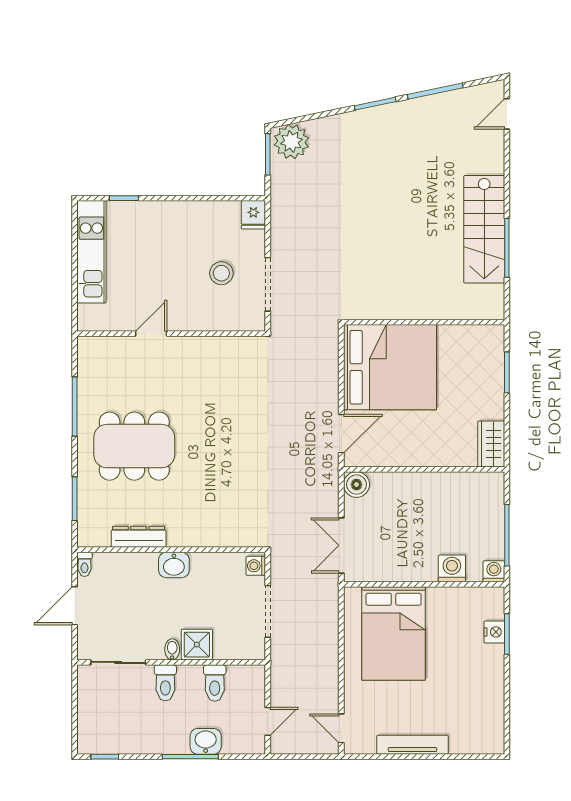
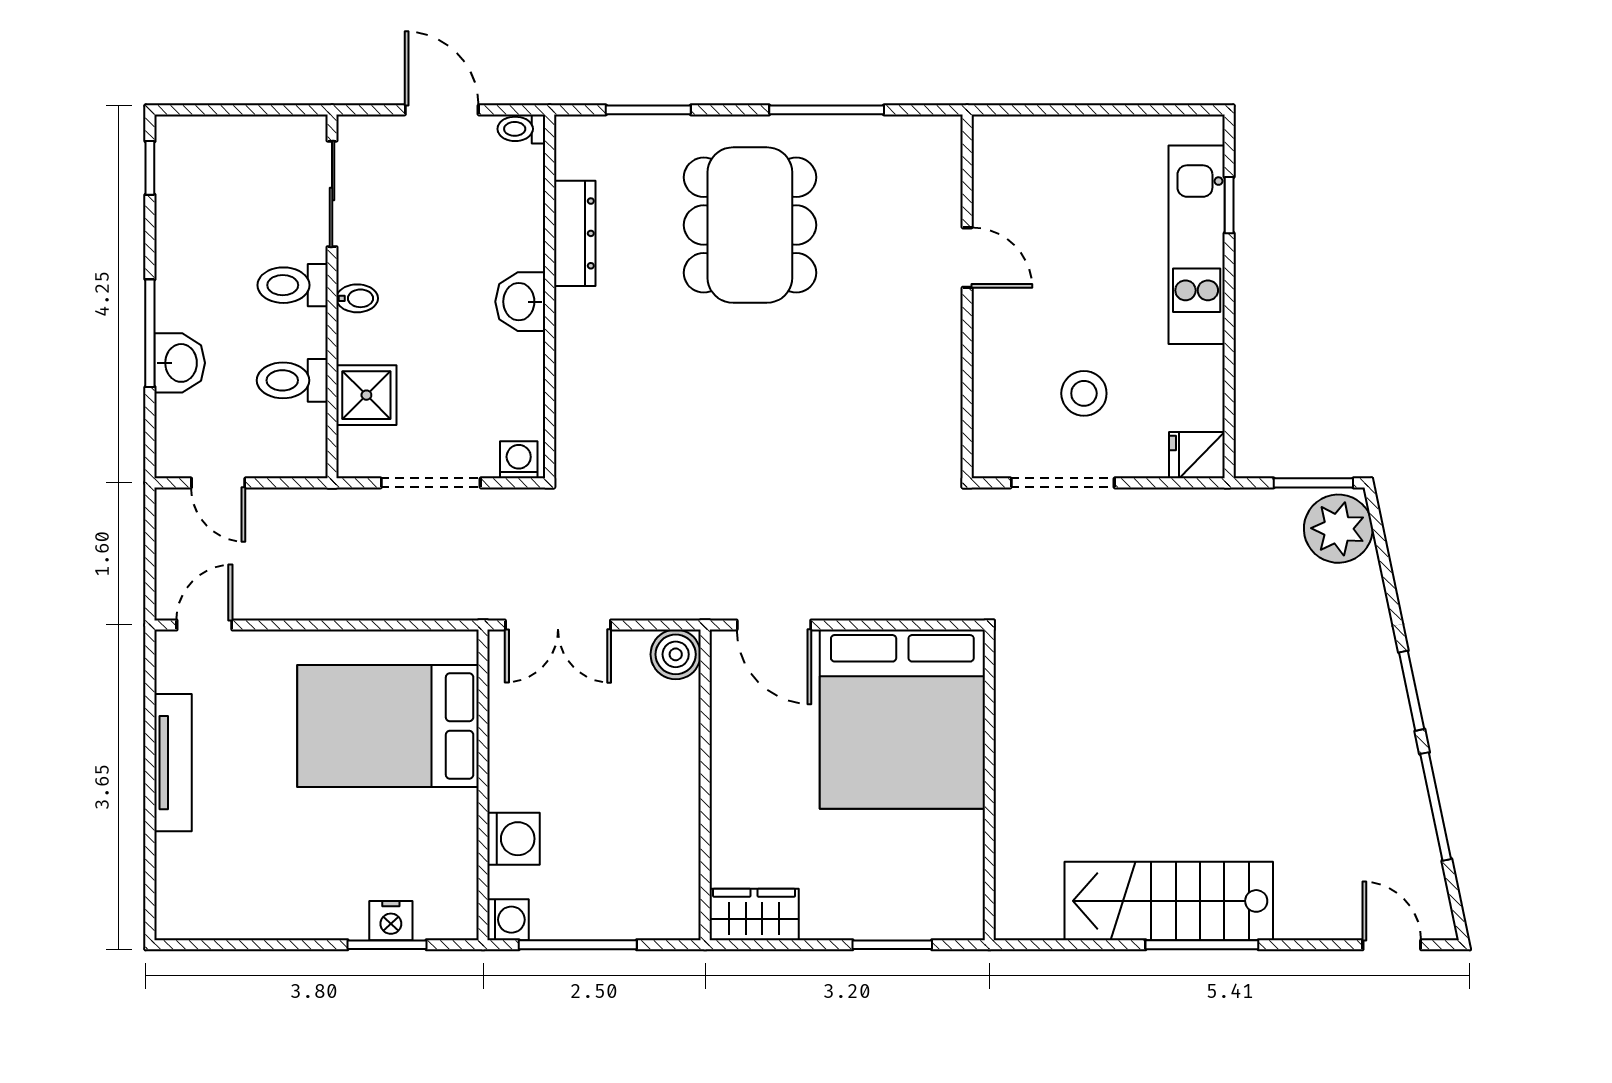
window: (507, 248) -> (1202, 945), moved
kitchen unit: (91, 252) -> (1197, 245), moved, turned 90
double door: (341, 545) -> (558, 625), swing flipped
shower: (197, 645) -> (366, 395), moved

